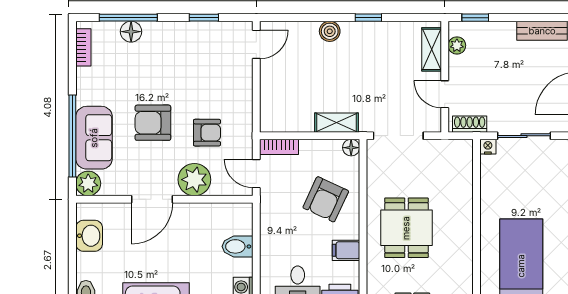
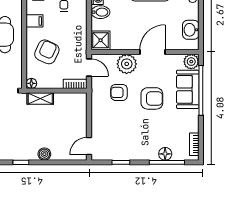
shower: (237, 218) -> (101, 40), added
bidet: (237, 246) -> (100, 12), moved

